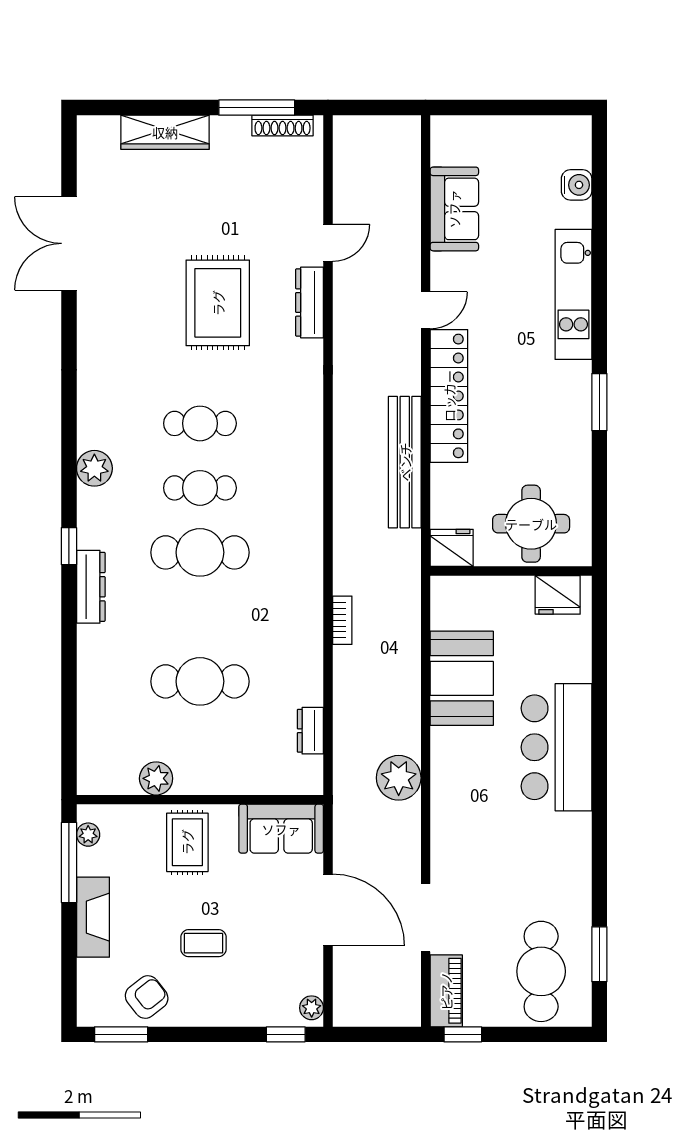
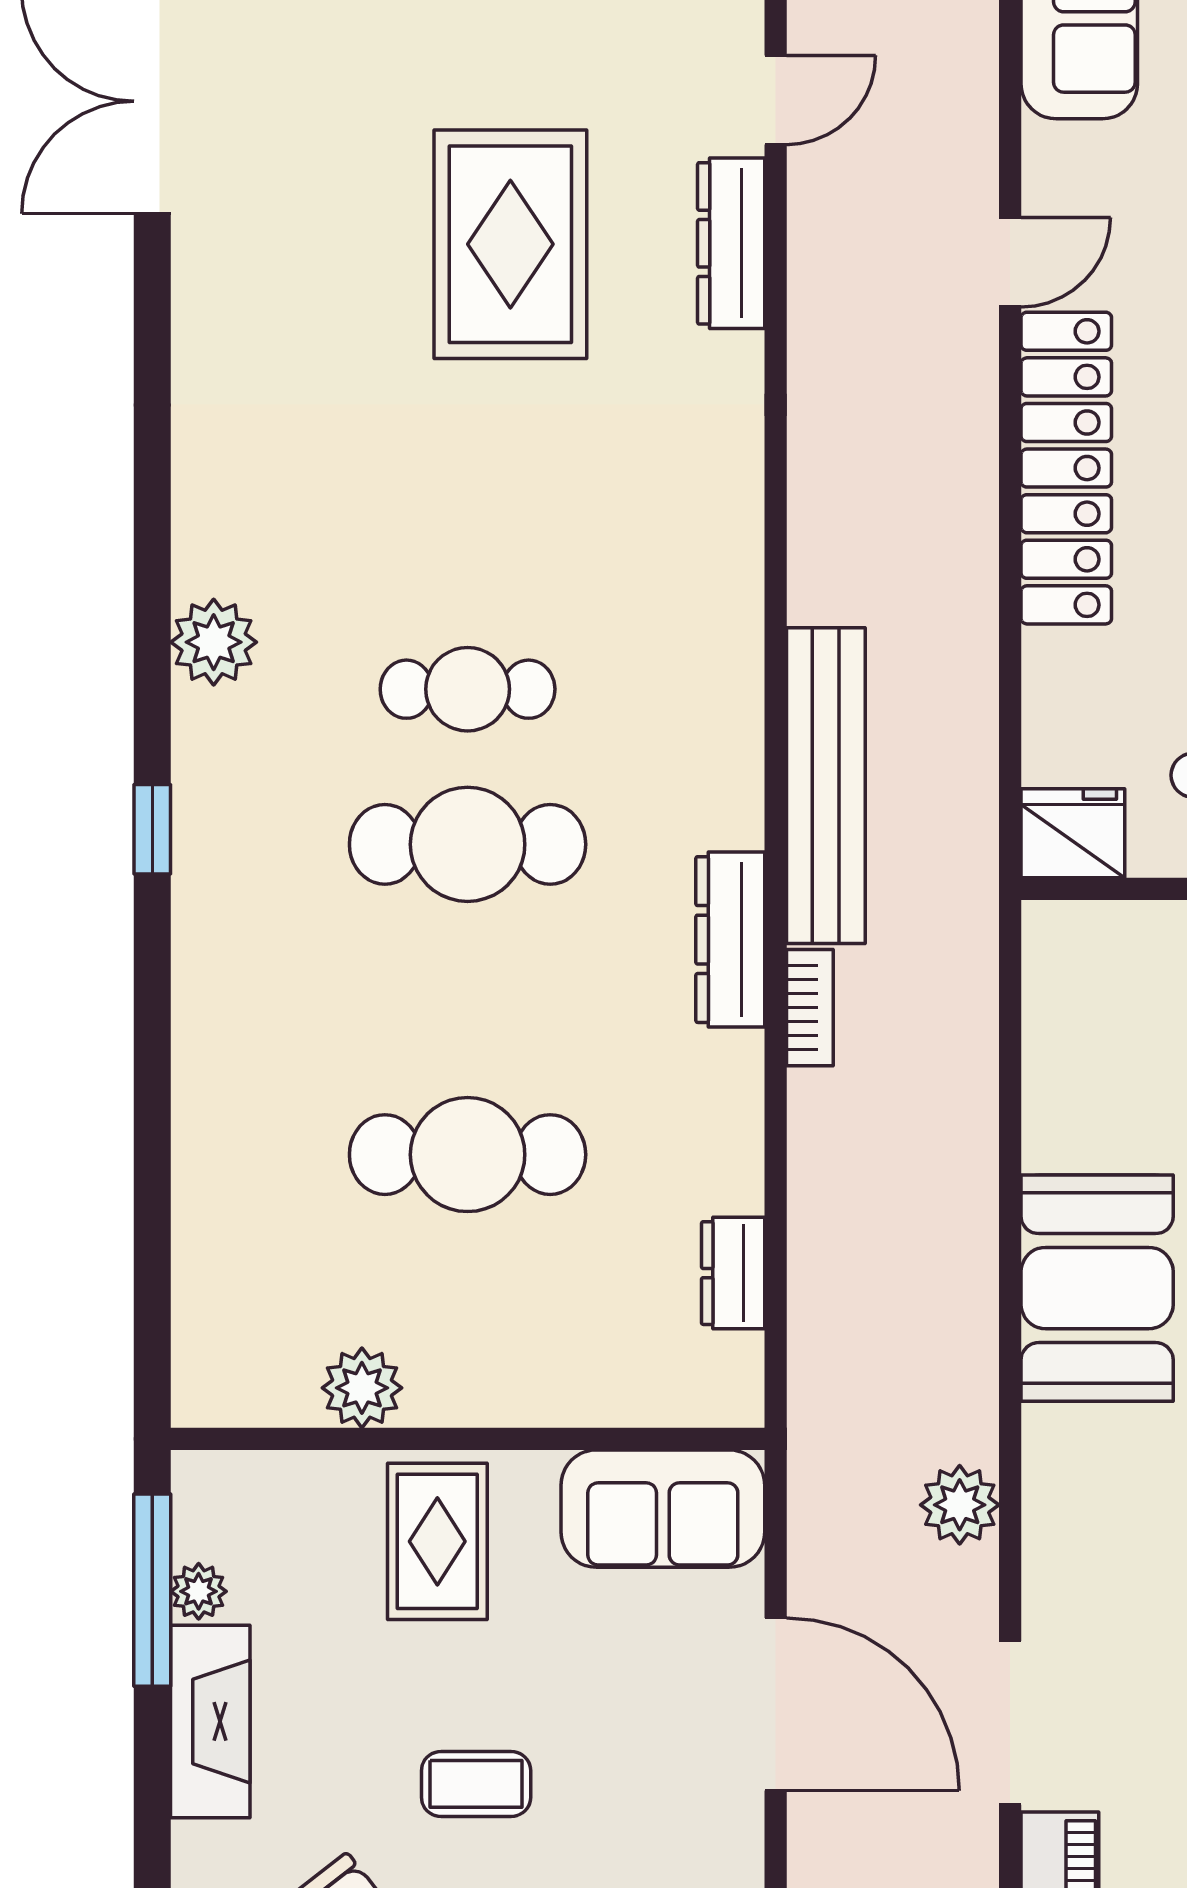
cafe table: (200, 423) -> (468, 534), removed
bench: (405, 462) -> (826, 786), moved
dresser: (91, 587) -> (730, 940), moved, turned 180
booth: (462, 678) -> (1097, 1288), moved
plant: (399, 778) -> (960, 1505), moved, width x0.73, depth x0.73
plant: (88, 835) -> (199, 1591), moved

